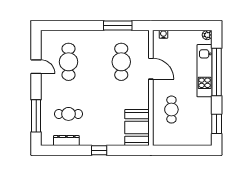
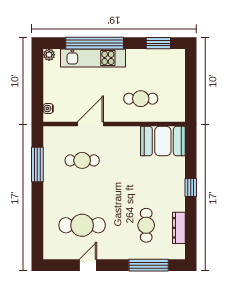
cafe table: (121, 62) -> (82, 160), width x0.73, depth x0.74

